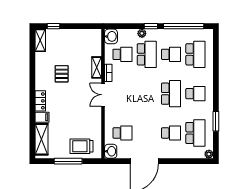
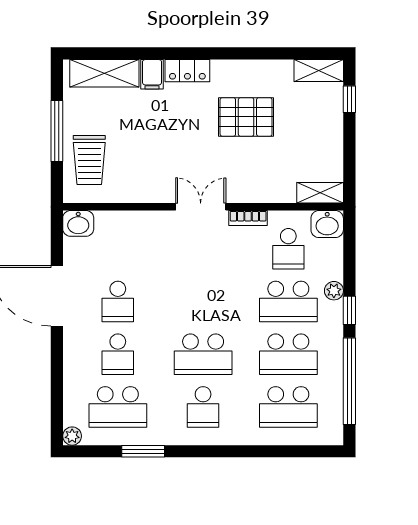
school desk: (171, 54) -> (288, 354), width x1.85
shelving: (97, 67) -> (320, 193), moved
pallet: (62, 74) -> (246, 117), width x1.50, depth x1.42
school desk: (122, 133) -> (118, 301), moved
trolley: (82, 146) -> (89, 160), turned 180

